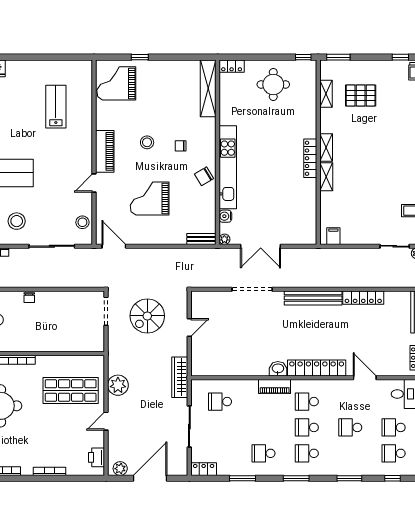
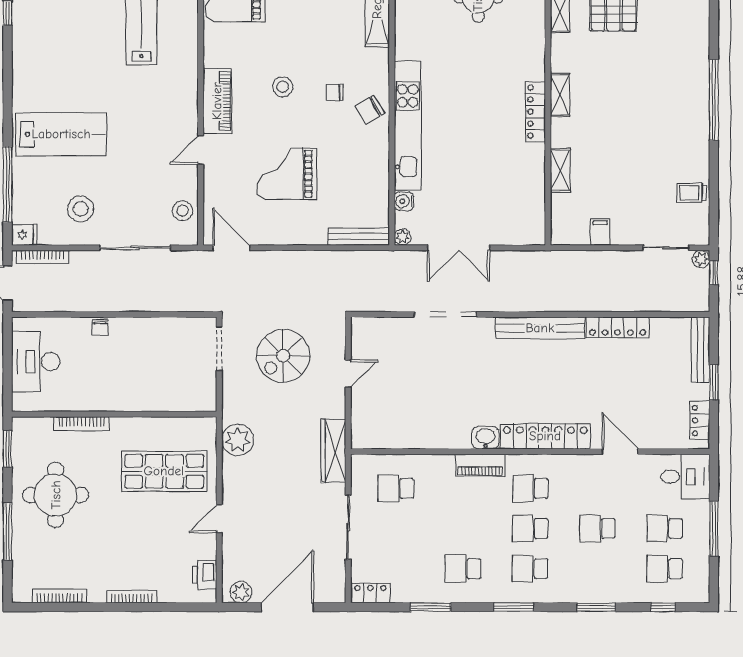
chair: (204, 176) -> (370, 110), moved
shelving: (326, 177) -> (560, 170), moved
filing cabinet: (333, 236) -> (600, 232), moved
bench: (201, 239) -> (359, 237), width x1.36
plant: (118, 385) -> (238, 440), moved

